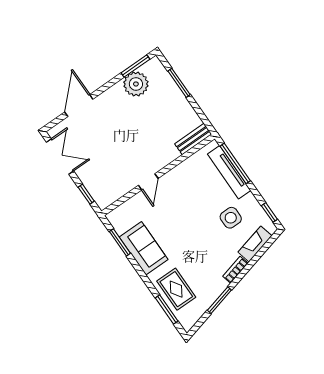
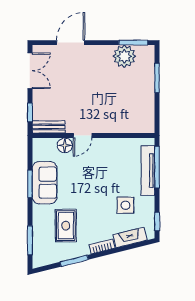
bench: (193, 139) -> (49, 127), moved
floor lamp: (138, 202) -> (65, 145), added
window: (120, 242) -> (30, 184), moved
rug: (176, 289) -> (66, 226), moved

